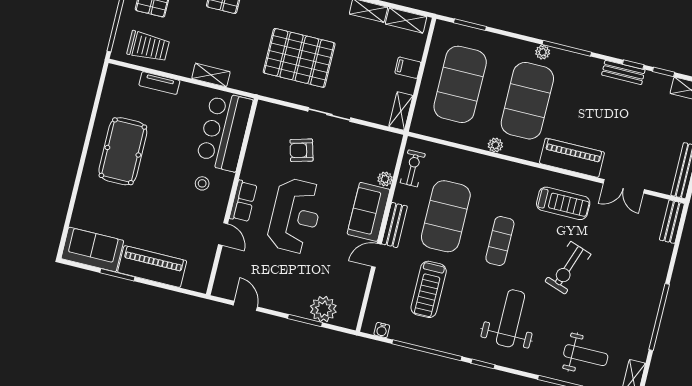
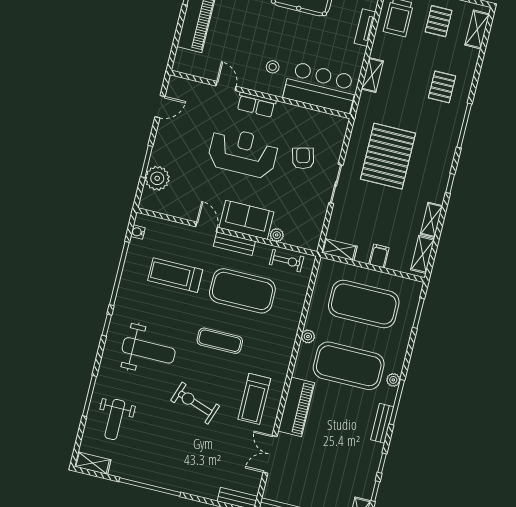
bench: (623, 72) -> (382, 423), moved
reception desk: (295, 216) -> (243, 152), turned 180
door: (223, 234) -> (226, 86), swing flipped

